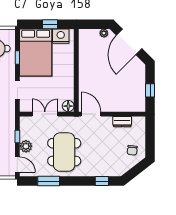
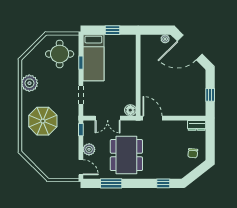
nightstand: (61, 36) -> (123, 42), removed
door: (129, 42) -> (190, 47), hinge flipped
bed: (36, 52) -> (93, 58), width x0.67
double door: (45, 114) -> (108, 118), swing flipped
dresser: (122, 122) -> (197, 125), moved
window: (17, 137) -> (81, 130), moved

